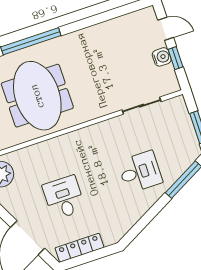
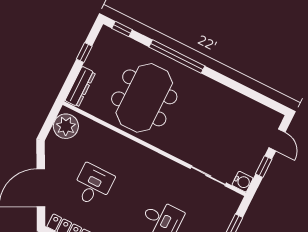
water cooler: (162, 57) -> (242, 182), moved

